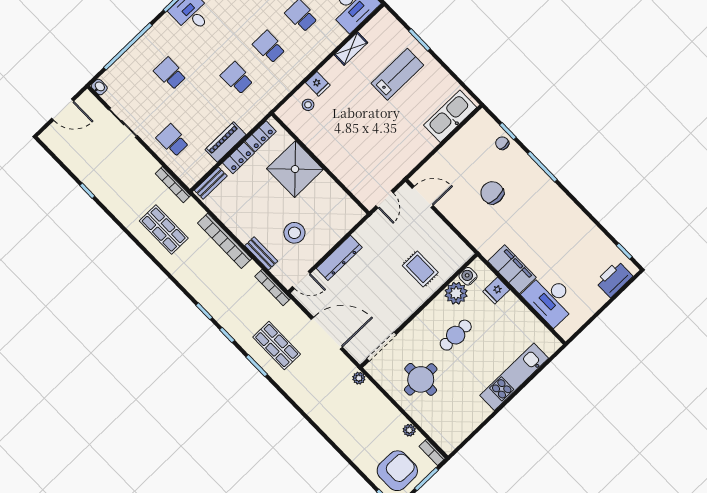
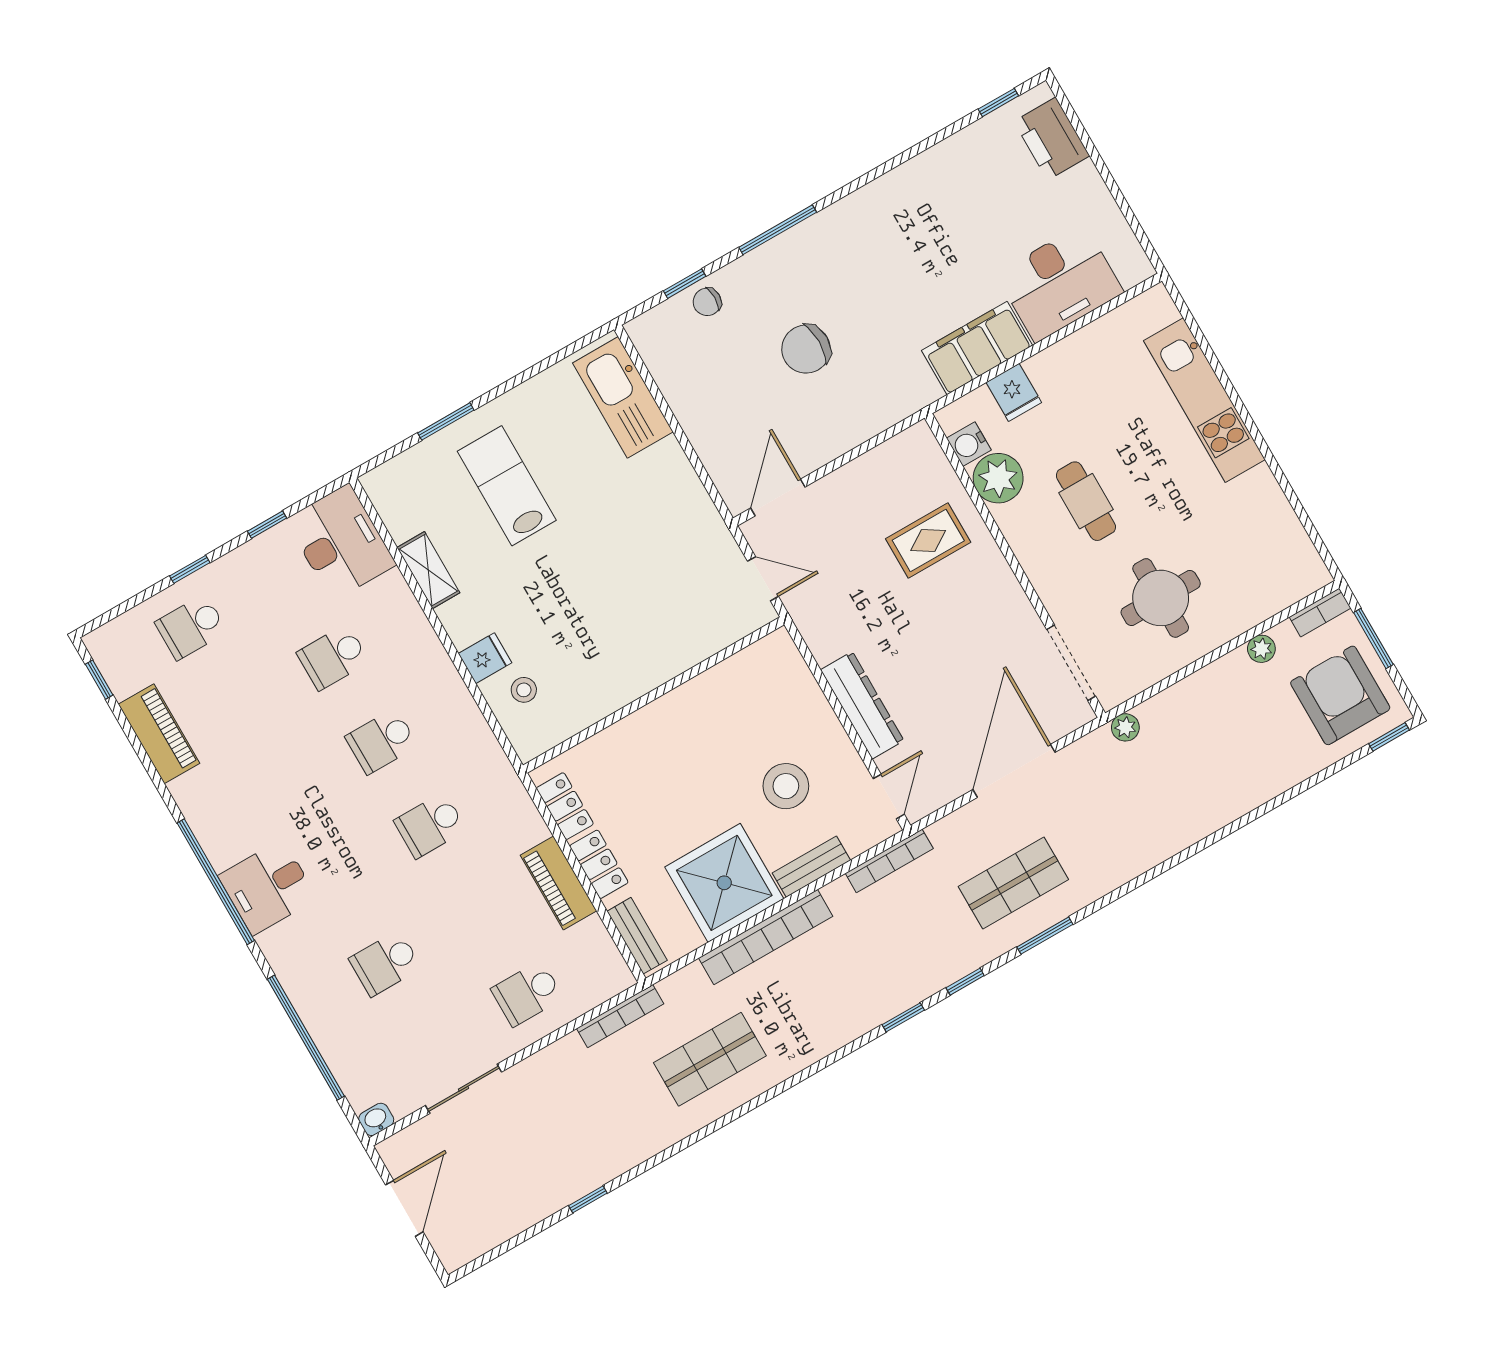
shower: (295, 169) -> (724, 883), moved

